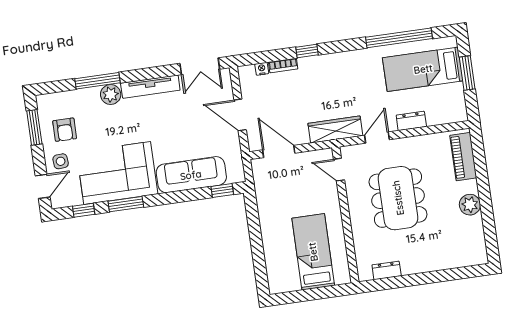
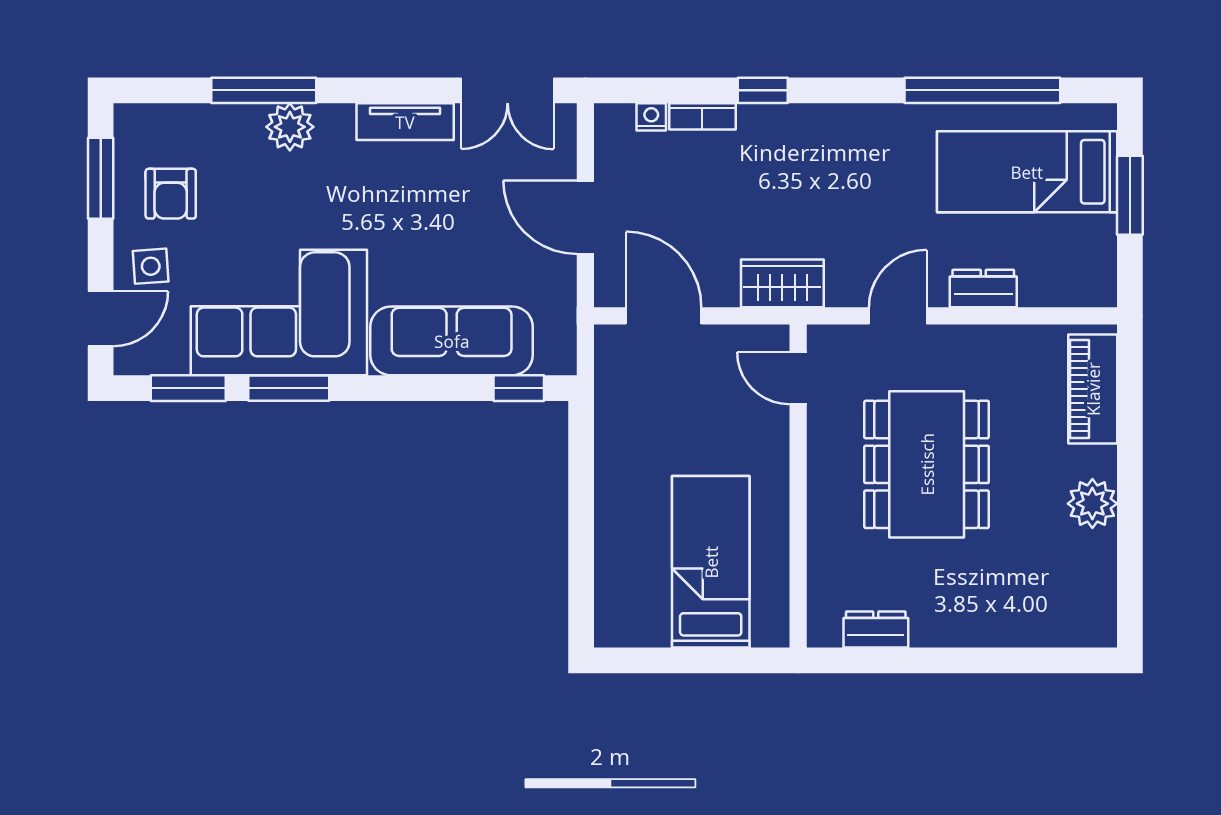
tv unit: (150, 87) -> (405, 122), width x0.71
wardrobe: (335, 130) -> (782, 283), width x0.67
window: (84, 210) -> (188, 388), width x1.50

